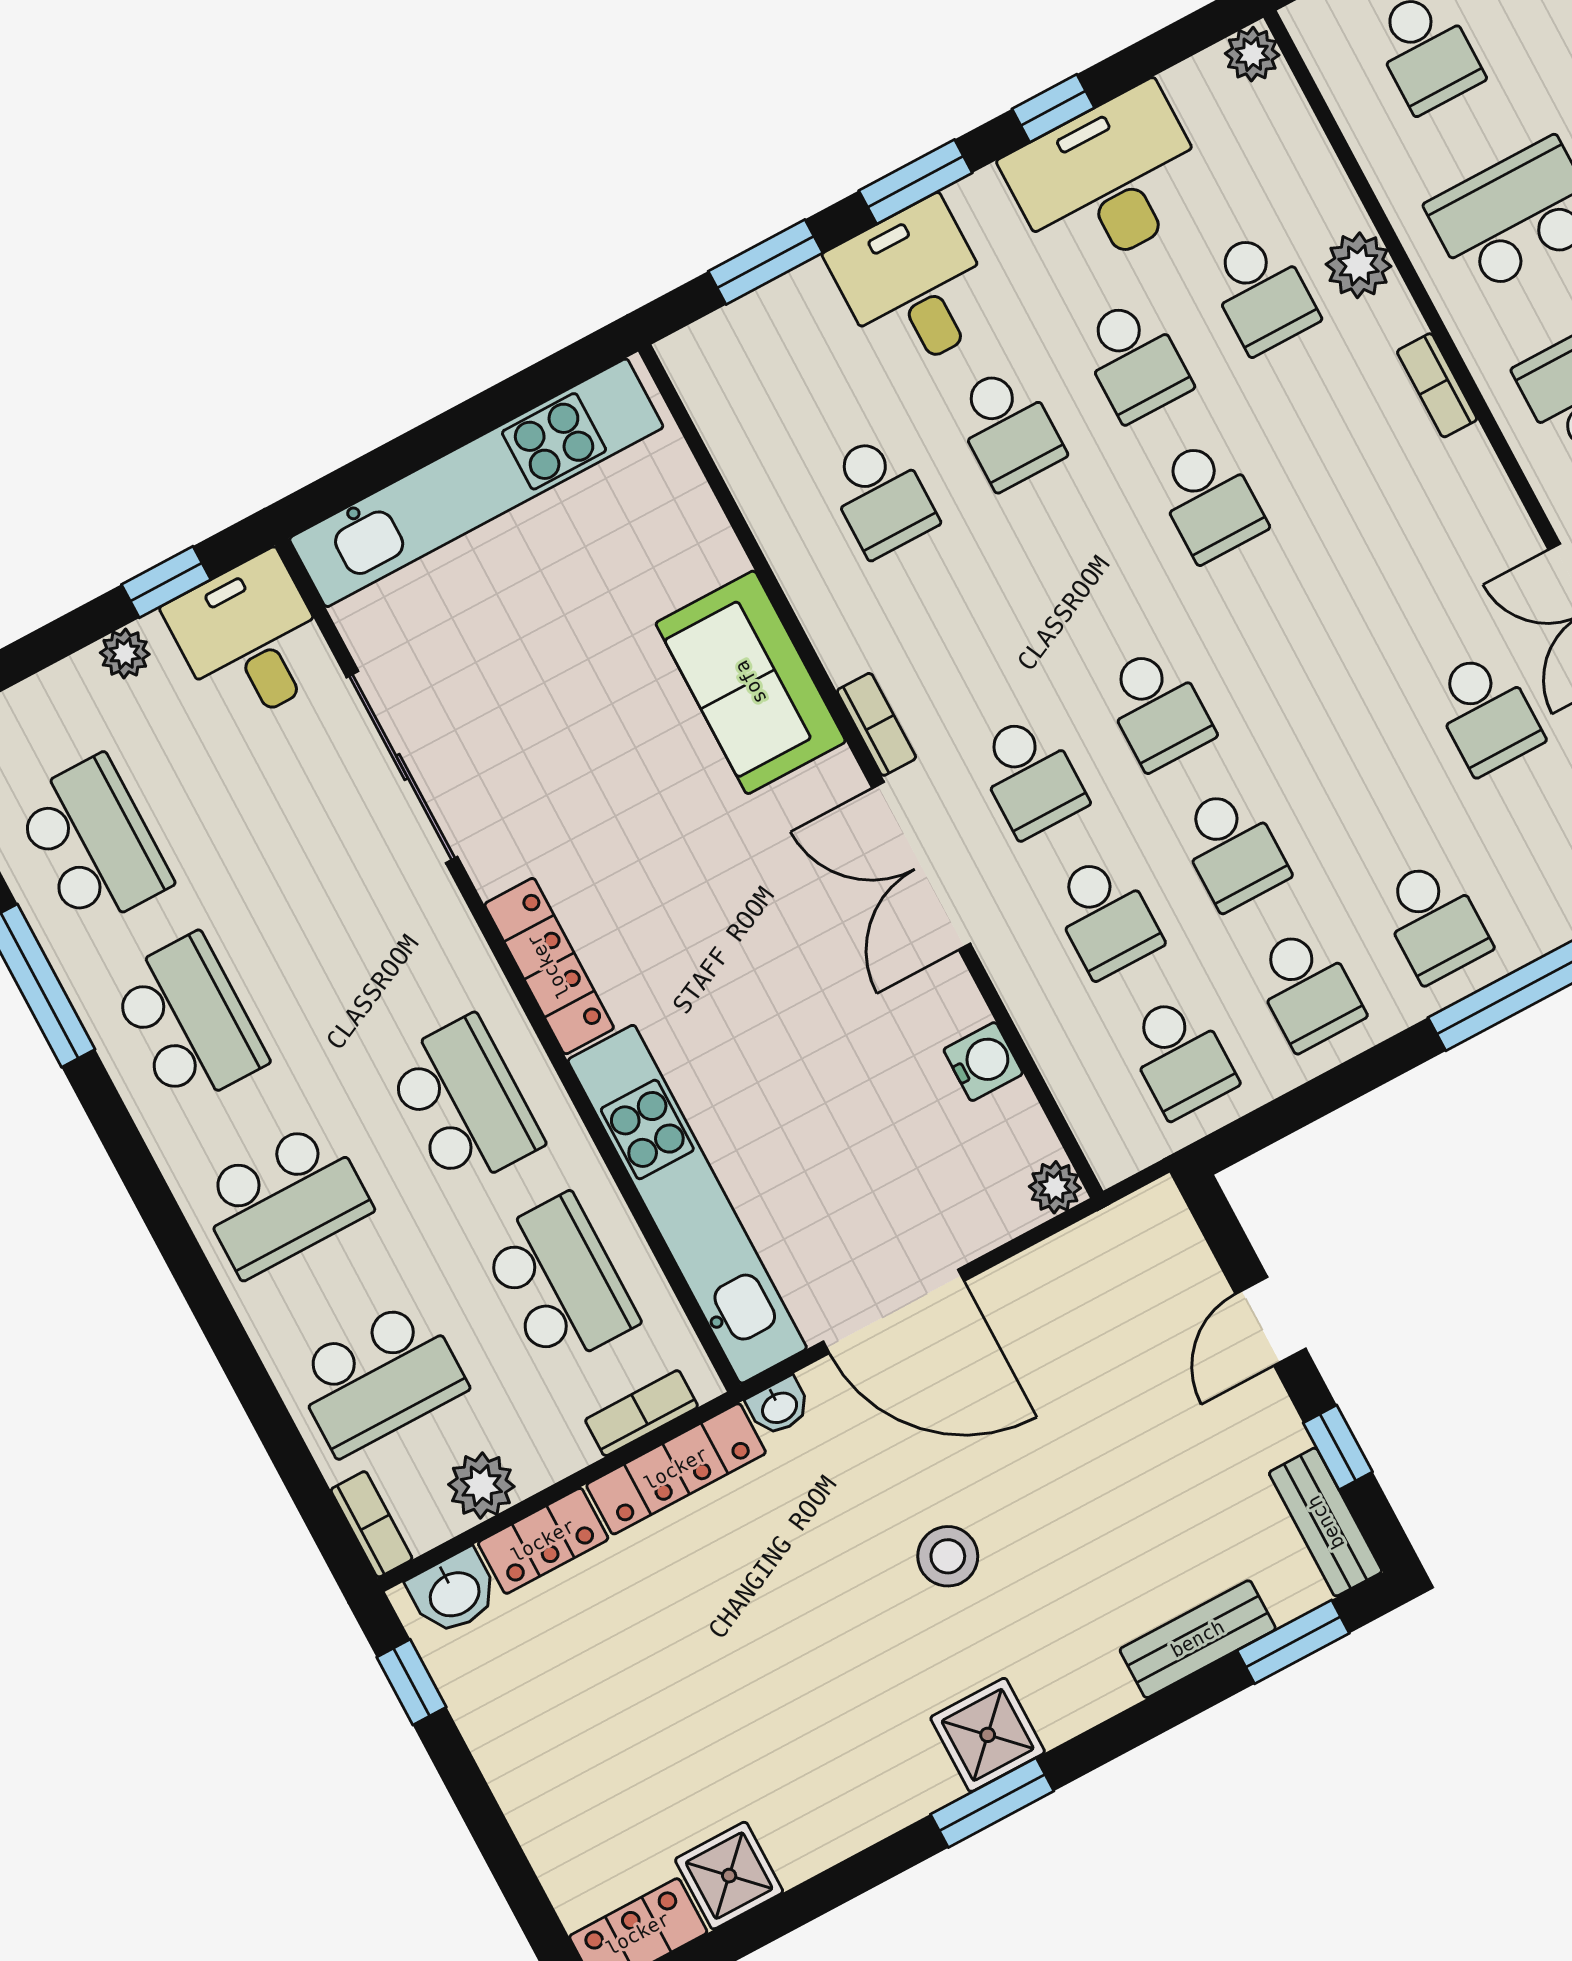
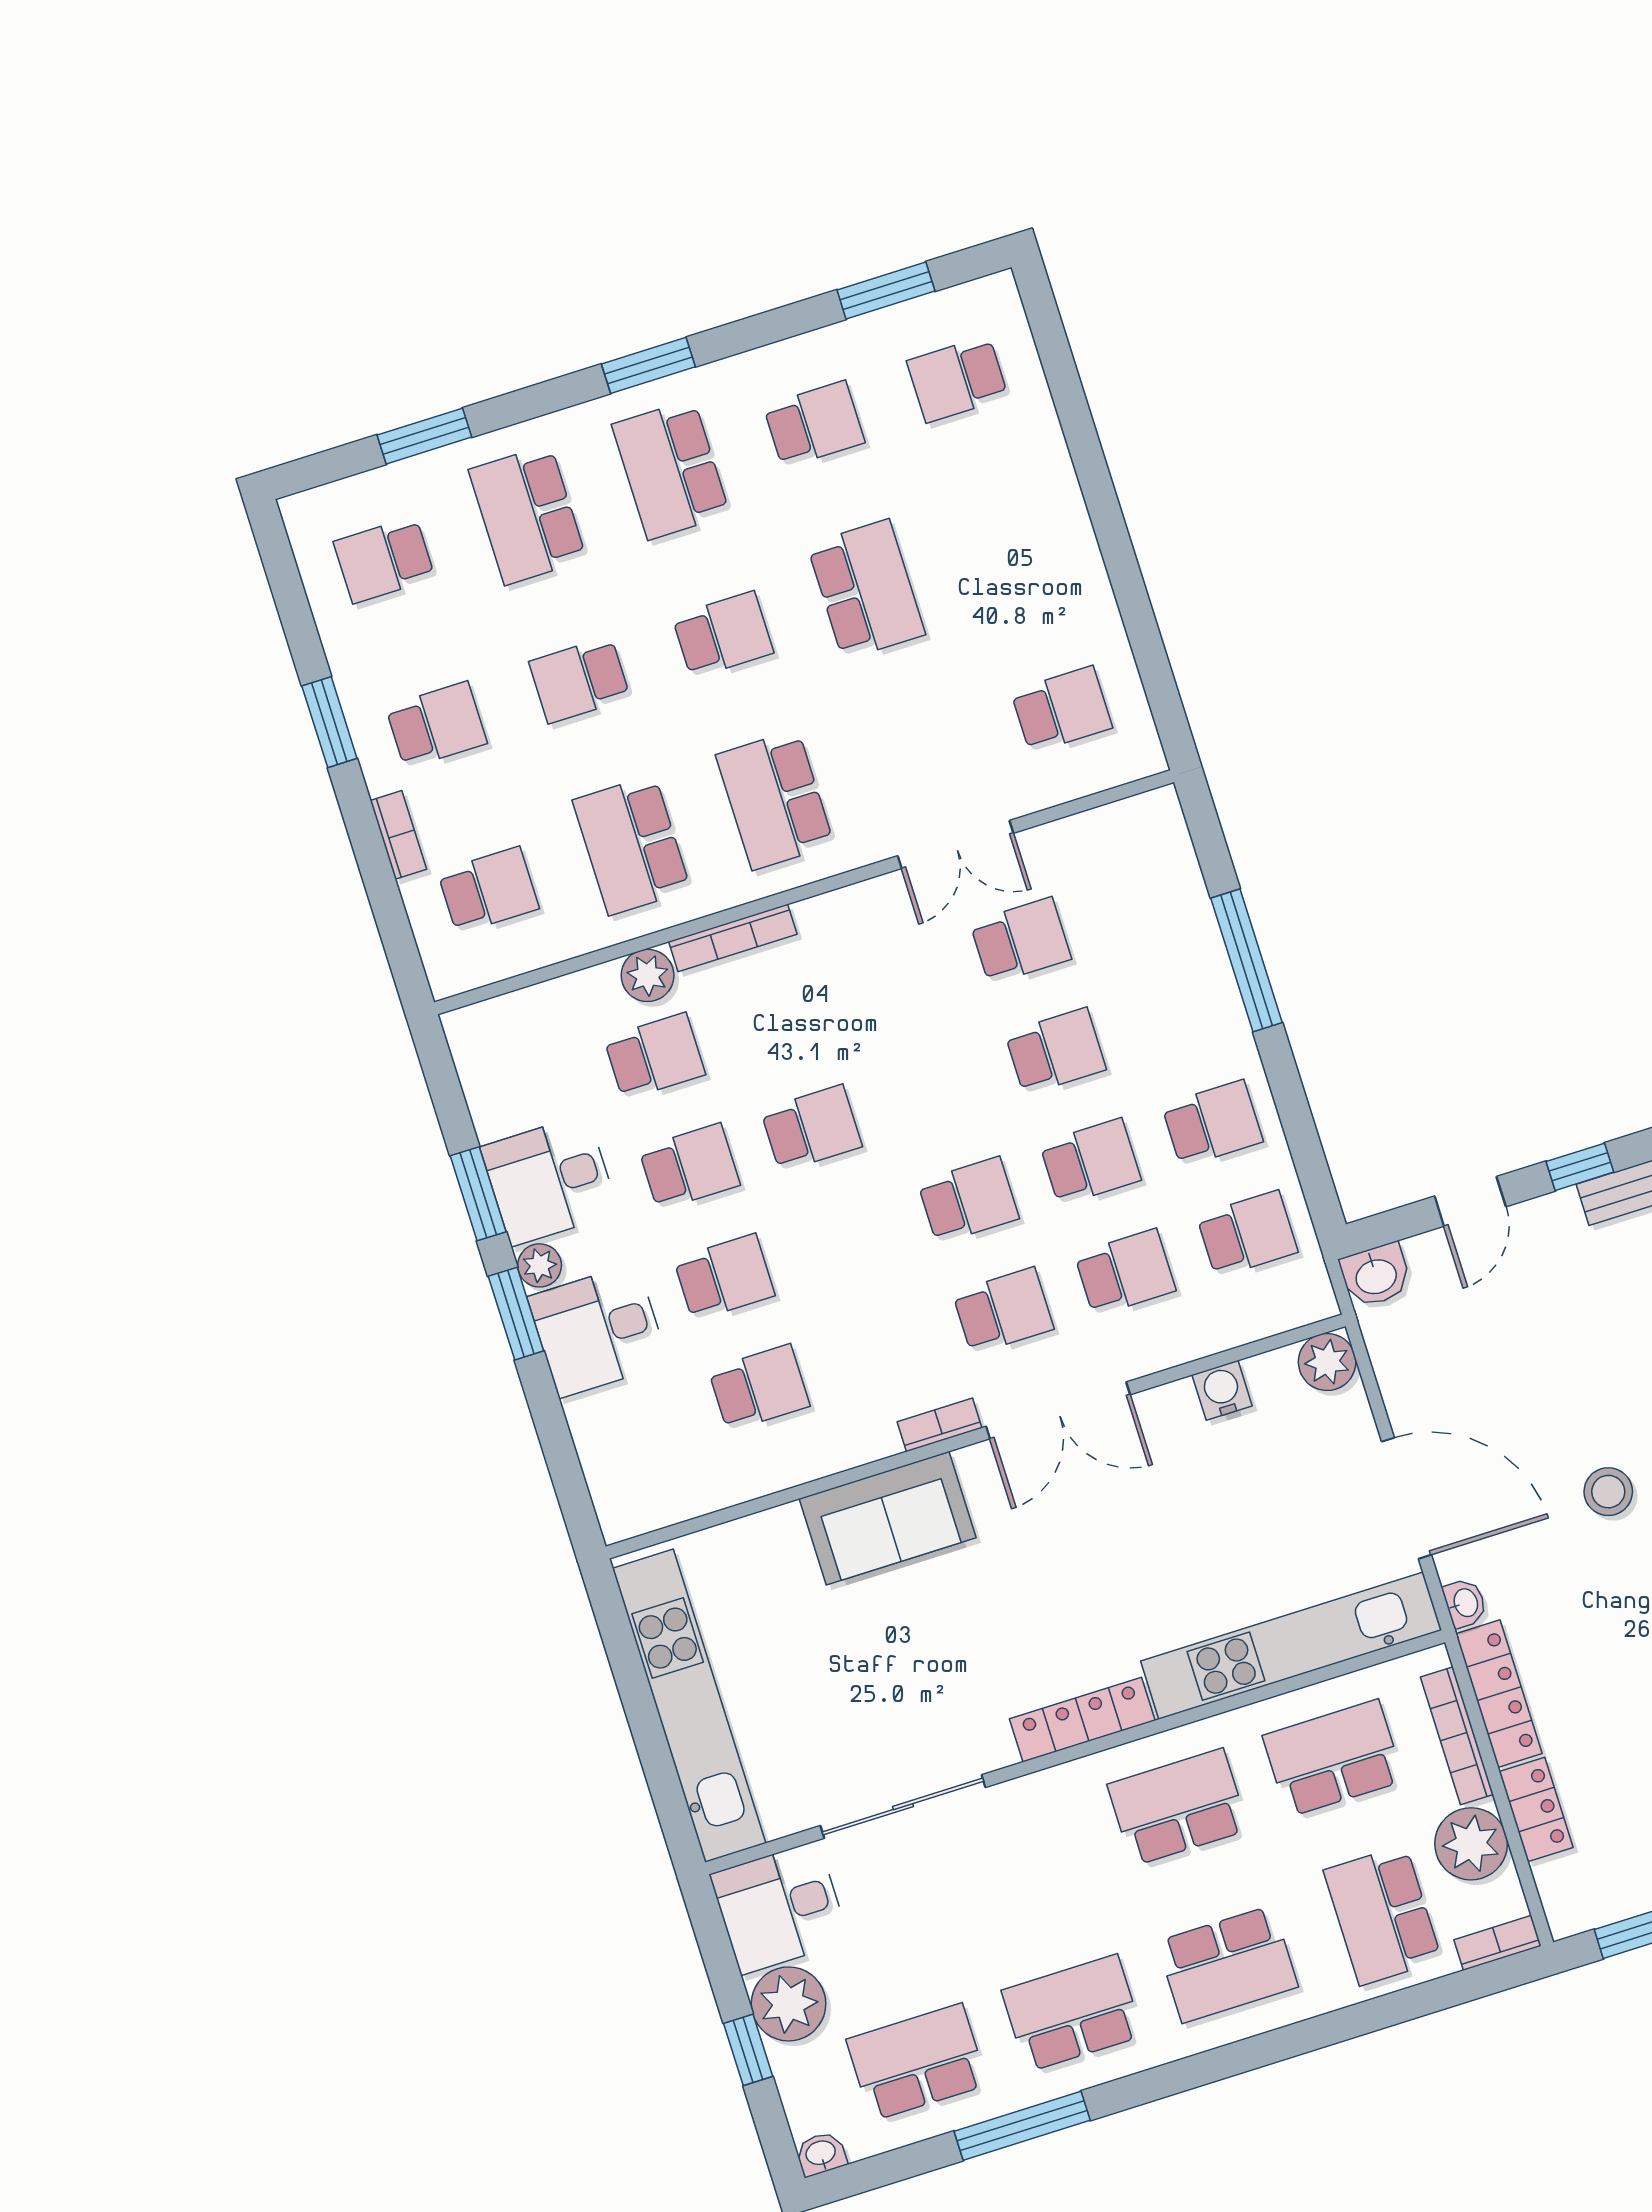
plant: (1252, 54) -> (540, 1265), moved
window: (1053, 108) -> (478, 1194), width x1.50
desk: (1108, 181) -> (549, 1180), width x0.73
window: (765, 262) -> (557, 1444), removed
bookcase: (1437, 385) -> (733, 938), width x1.56
window: (166, 582) -> (748, 2050), moved
plant: (125, 653) -> (789, 2004), width x1.88, depth x1.88
school desk: (1434, 921) -> (1055, 1051), moved
plant: (1055, 1187) -> (1327, 1362), width x1.38, depth x1.38
school desk: (284, 1199) -> (1227, 1964), turned 90
door: (894, 1311) -> (1406, 1498), hinge flipped
door: (1271, 1321) -> (1470, 1201), hinge flipped
school desk: (379, 1378) -> (1383, 1915), turned 180
bookcase: (642, 1413) -> (1457, 1736), width x1.56
plant: (481, 1485) -> (1471, 1844), width x1.36, depth x1.36
washbasin: (454, 1593) -> (1376, 1275), moved, turned 90

